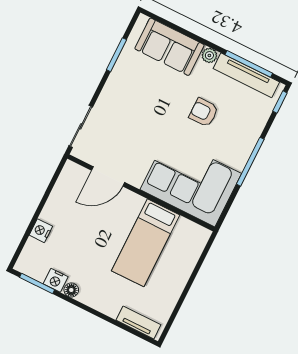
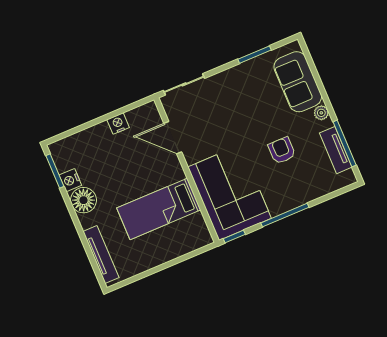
tv unit: (246, 75) -> (336, 150), width x0.71
window: (280, 102) -> (234, 236), moved
nightstand: (41, 231) -> (118, 123), moved
floor lamp: (71, 290) -> (84, 200), width x1.89, depth x1.89
tv unit: (138, 322) -> (101, 255), width x1.41

